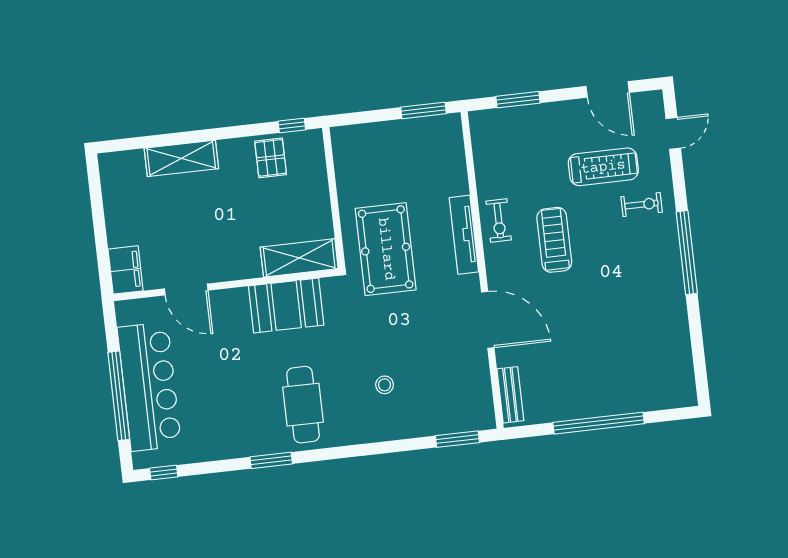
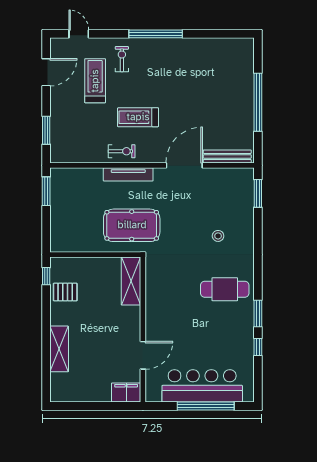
booth: (286, 305) -> (160, 293), removed
bench: (510, 395) -> (227, 156), width x1.36
window: (164, 473) -> (258, 347), moved

